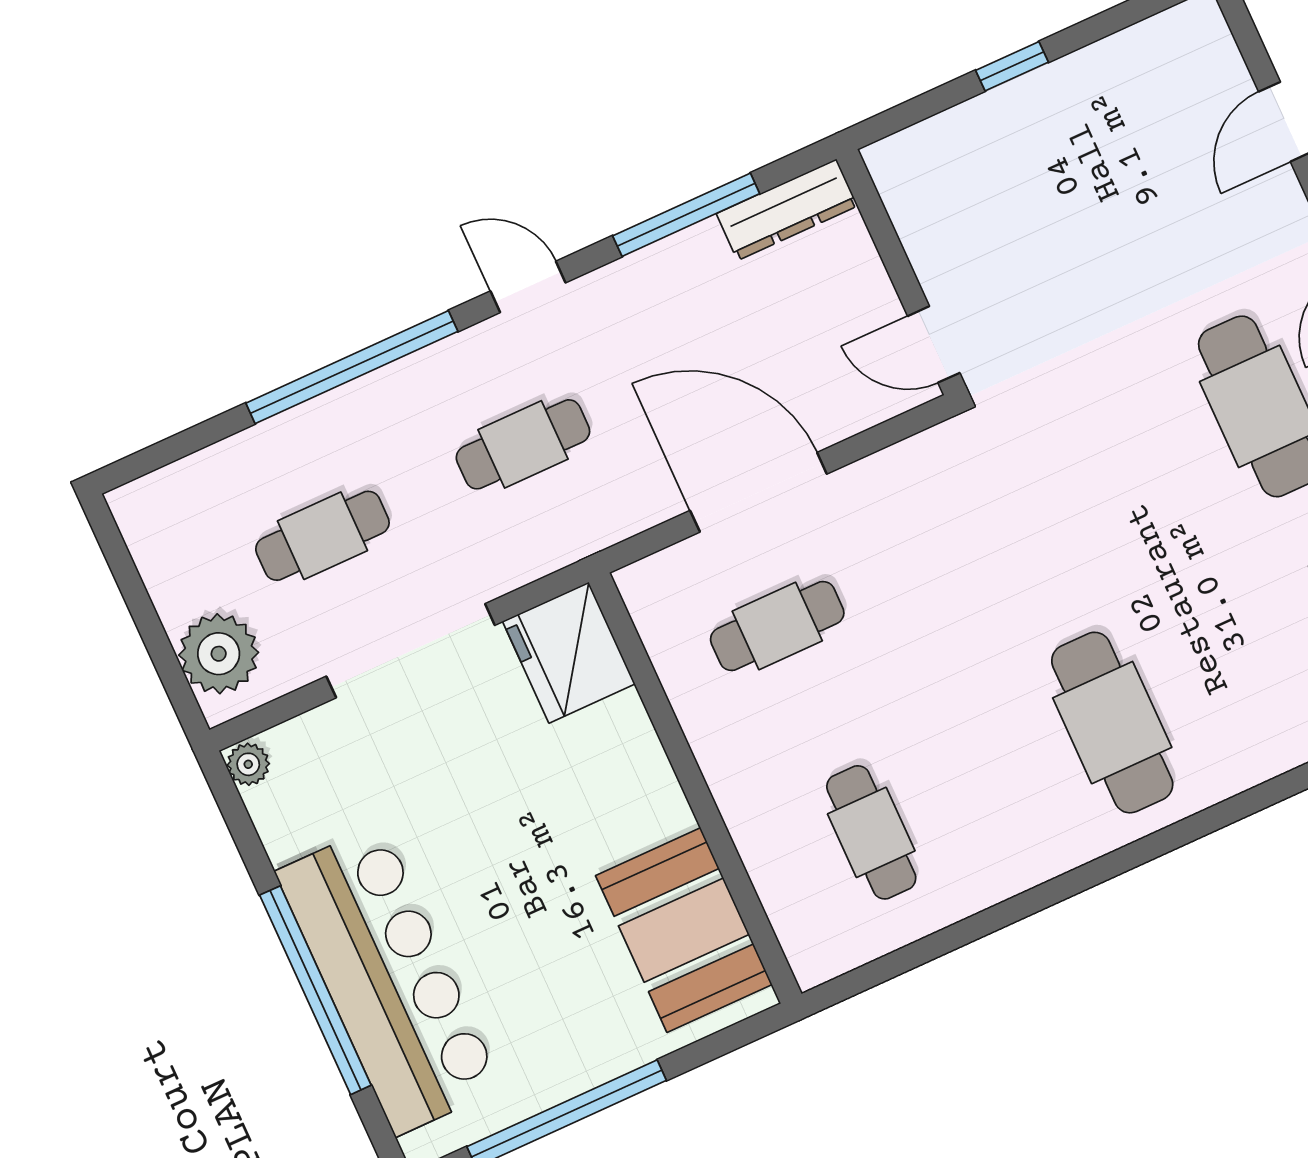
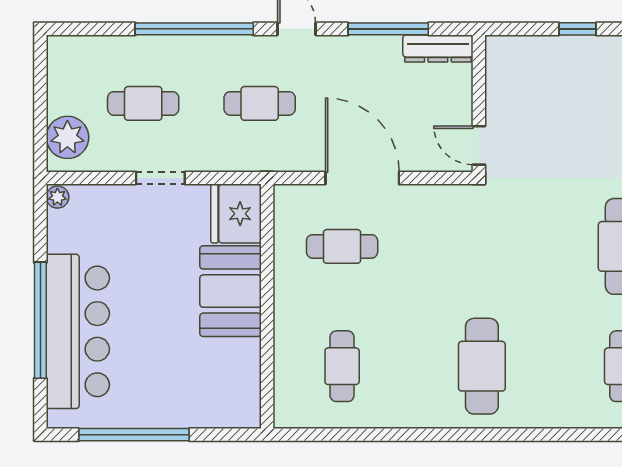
doorway: (411, 651) -> (160, 178), width x0.53
booth: (684, 930) -> (231, 291), moved

